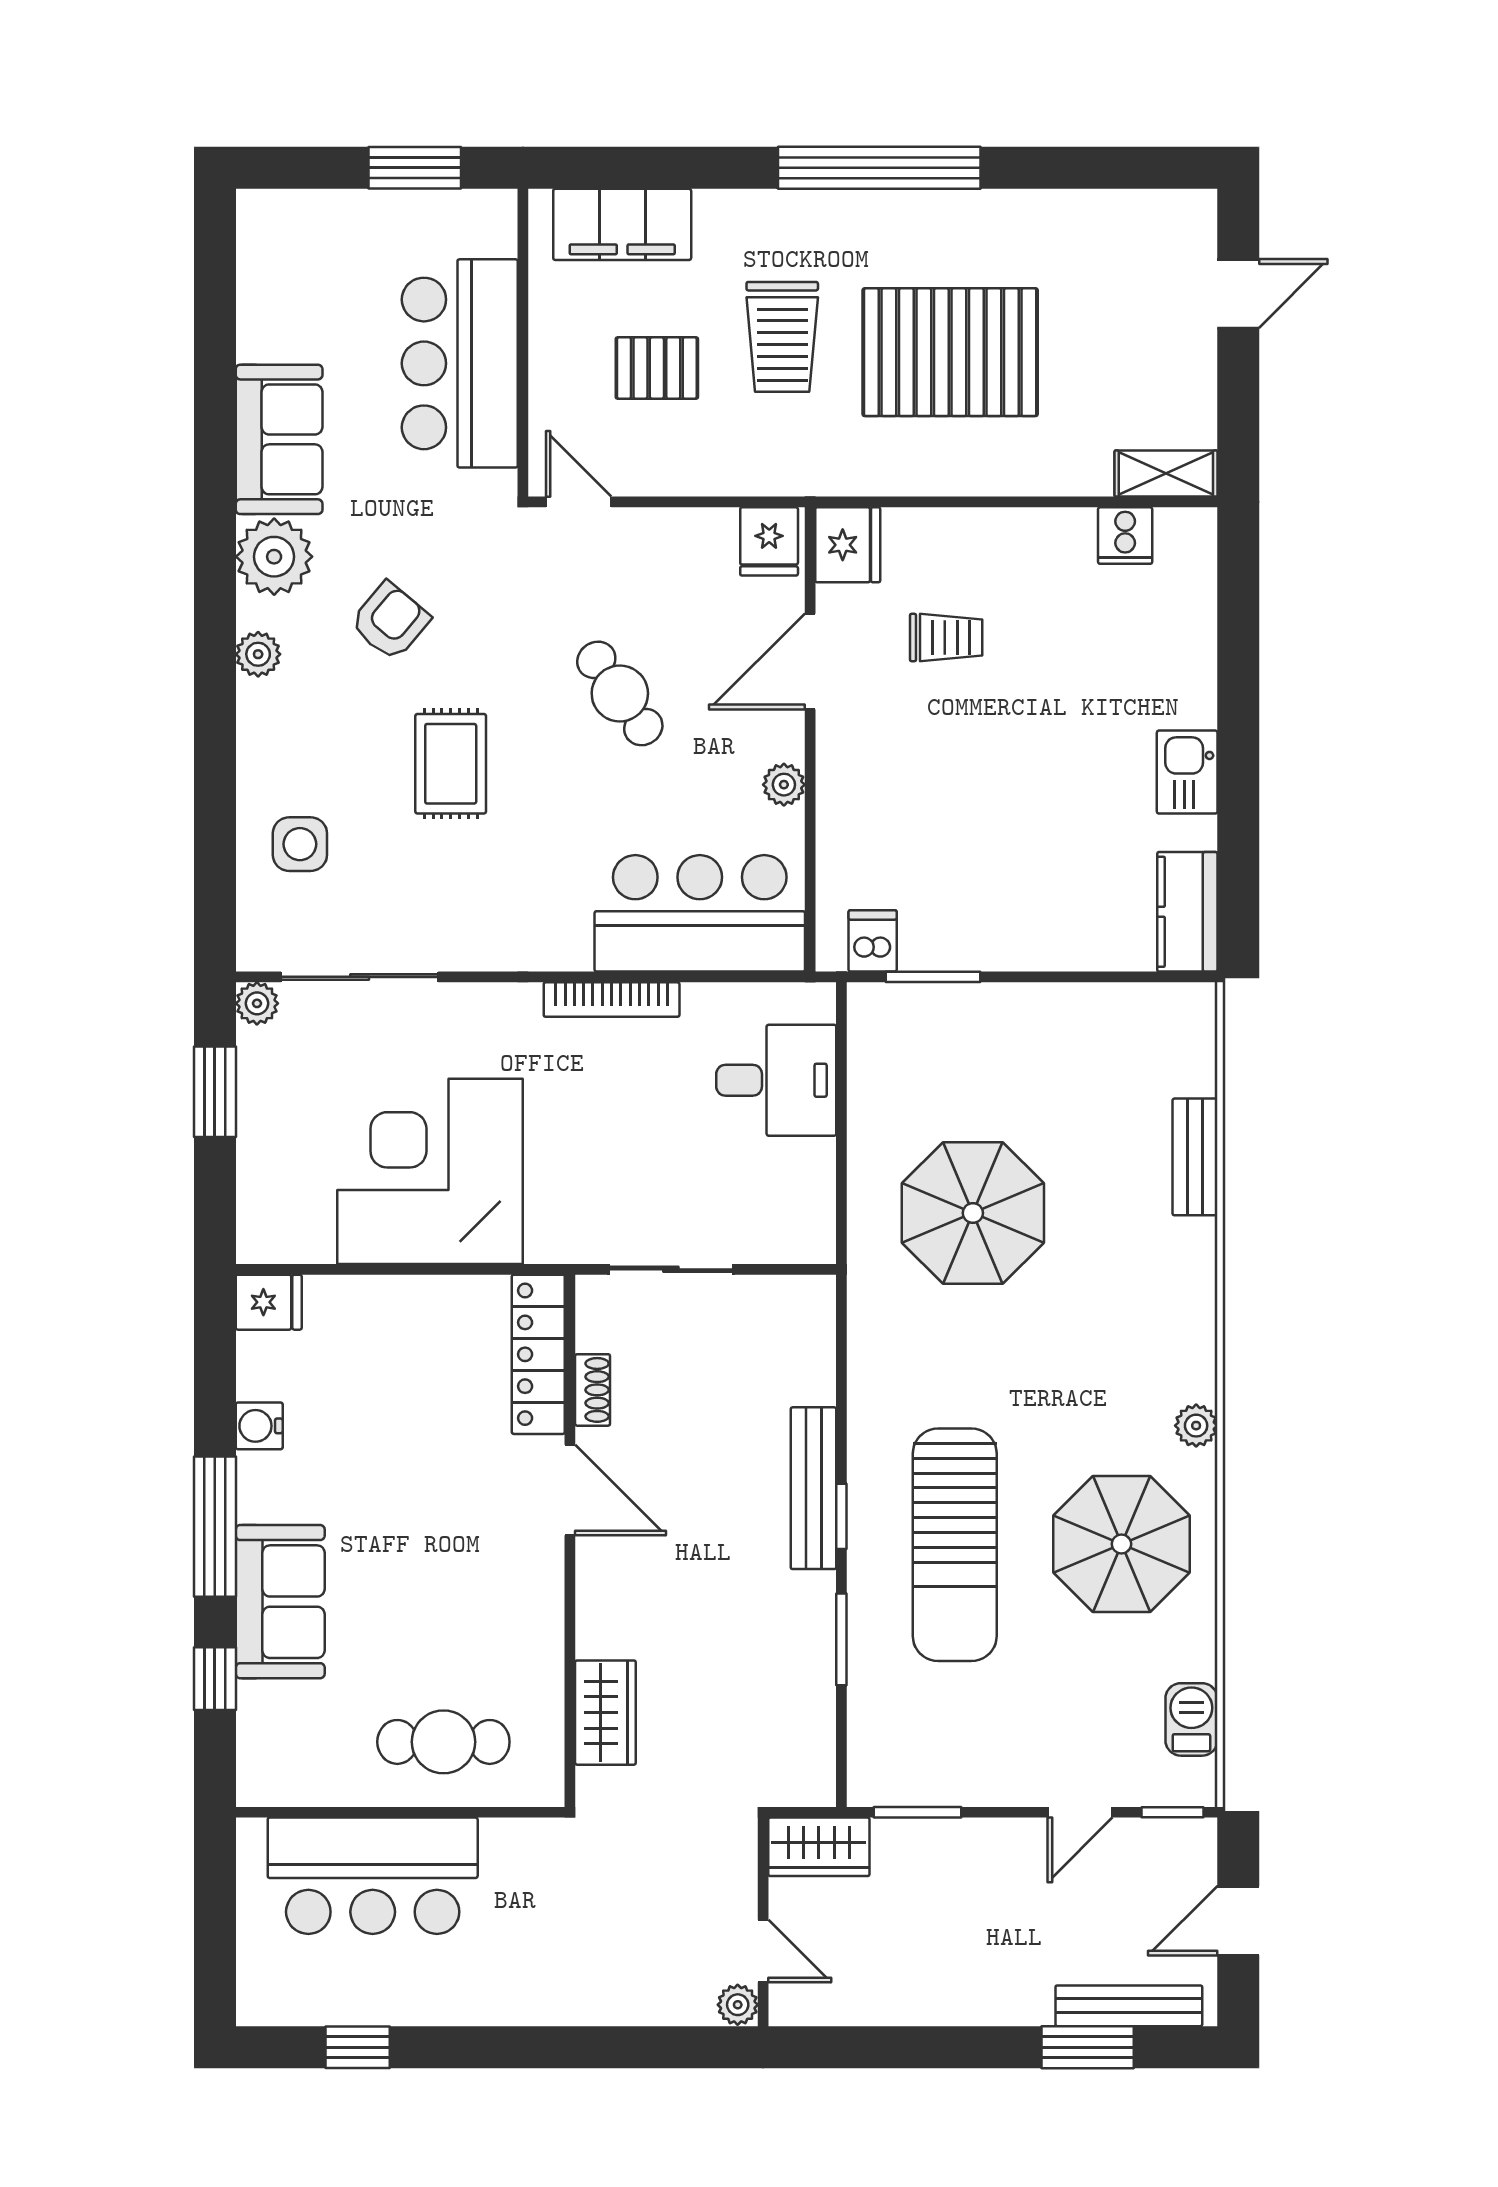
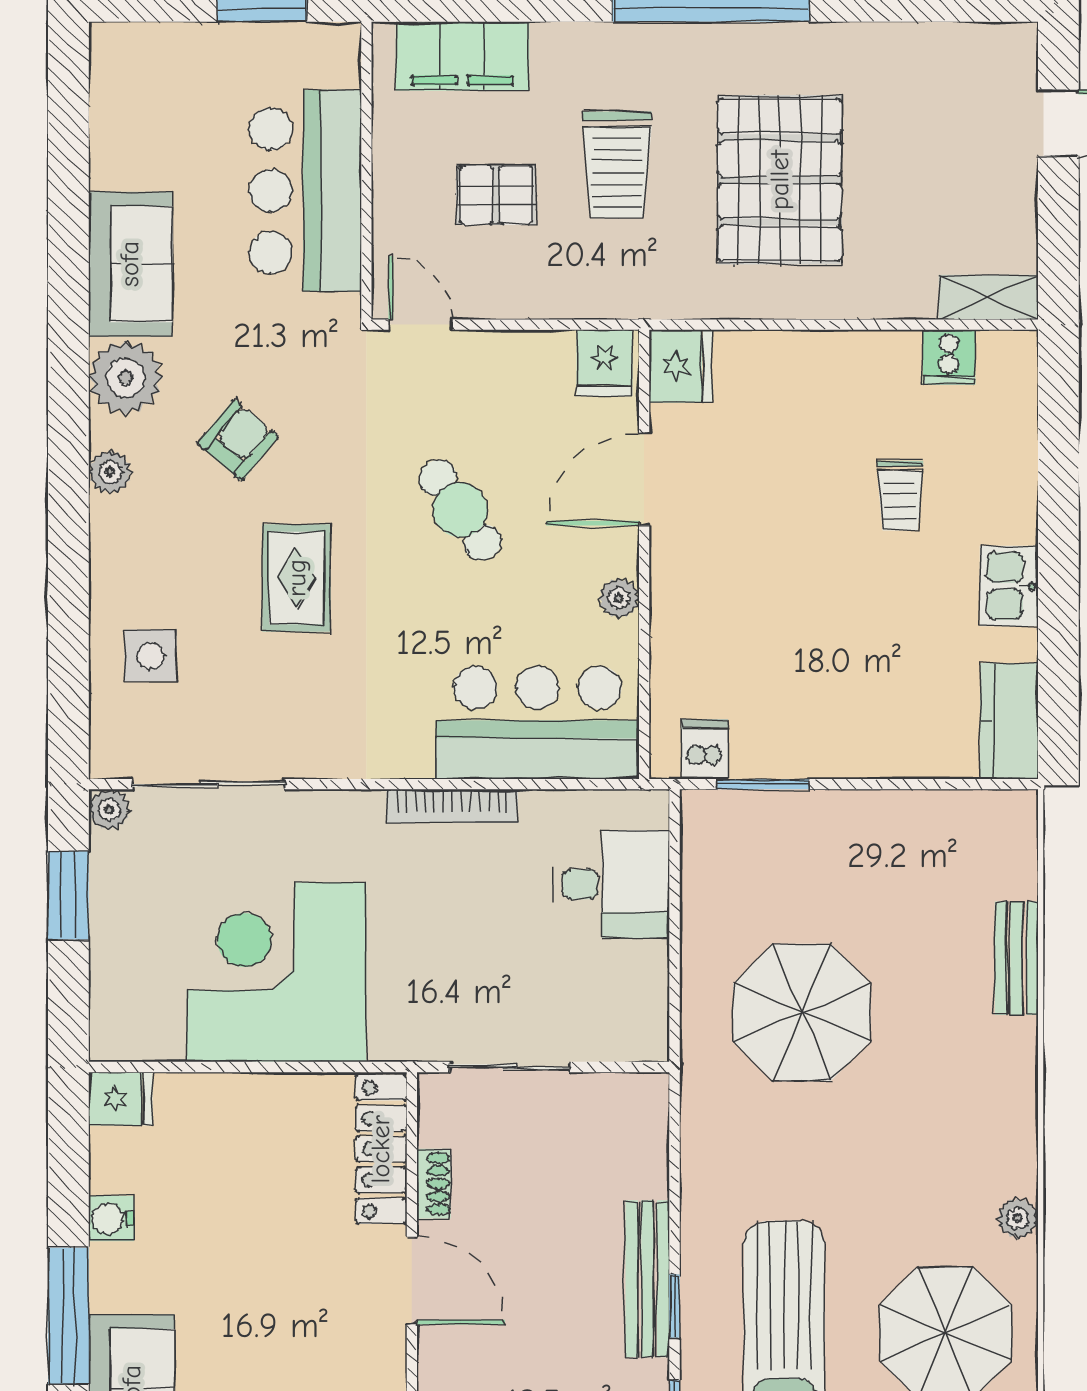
pallet: (950, 352) -> (780, 180), turned 90
trolley: (946, 637) -> (900, 496), moved, turned 90

